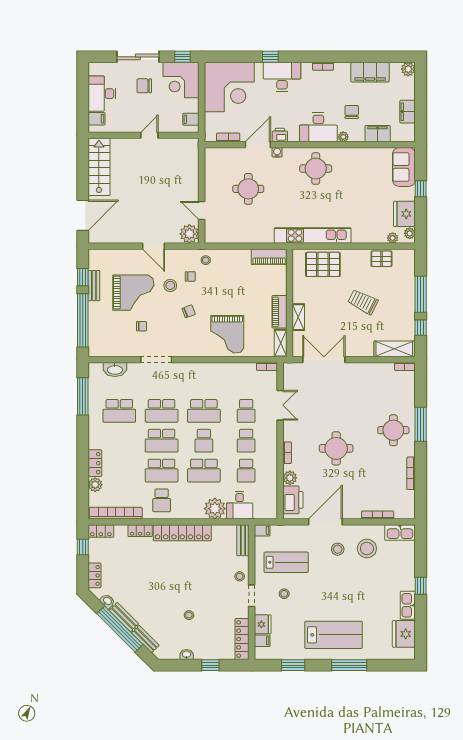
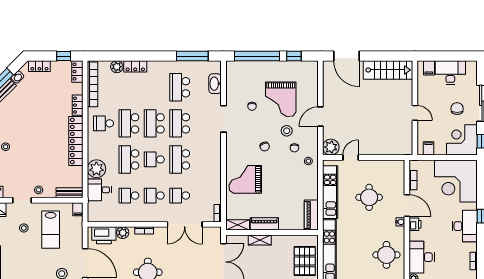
kitchen unit: (242, 235) -> (330, 192), added
bench: (94, 286) -> (287, 66), removed
double door: (280, 405) -> (185, 224), width x1.37

